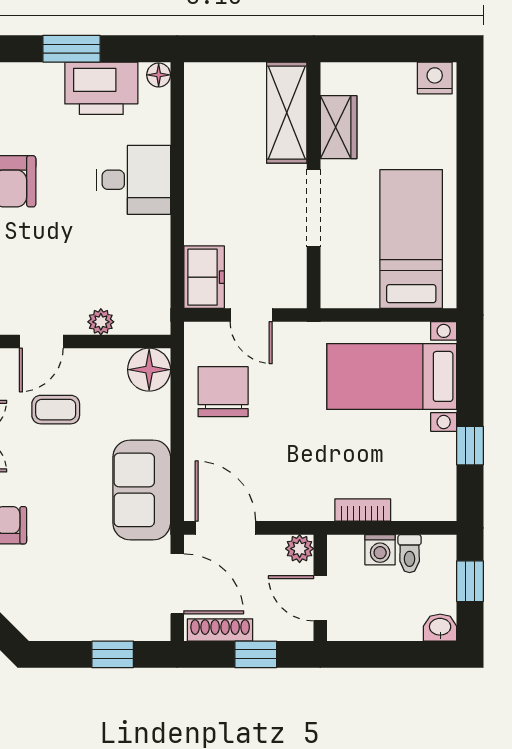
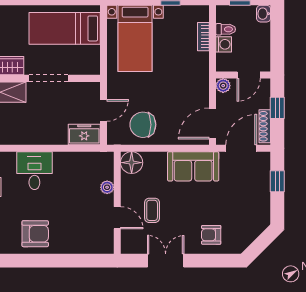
bookcase: (363, 510) -> (203, 37), moved

